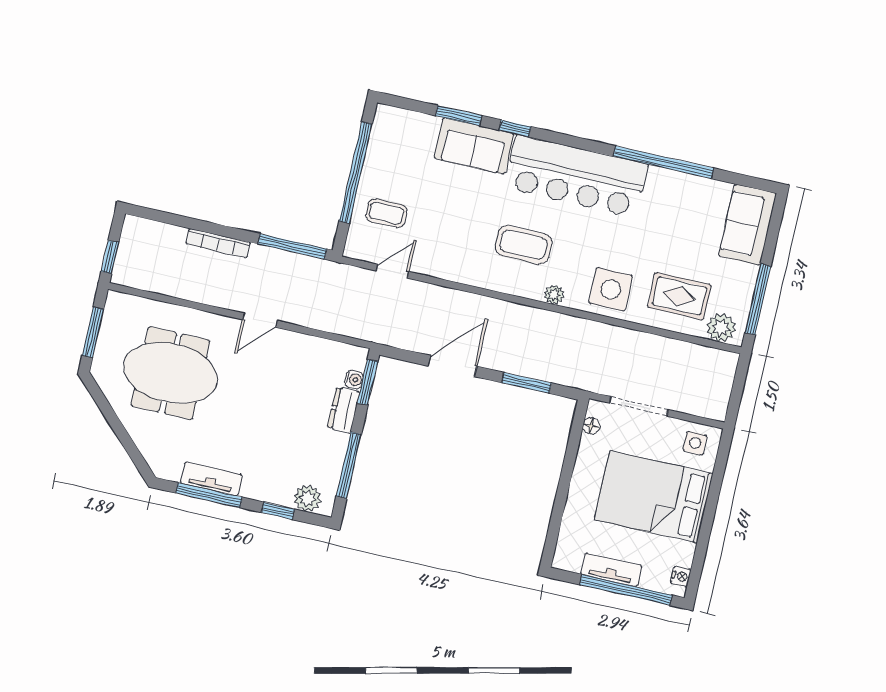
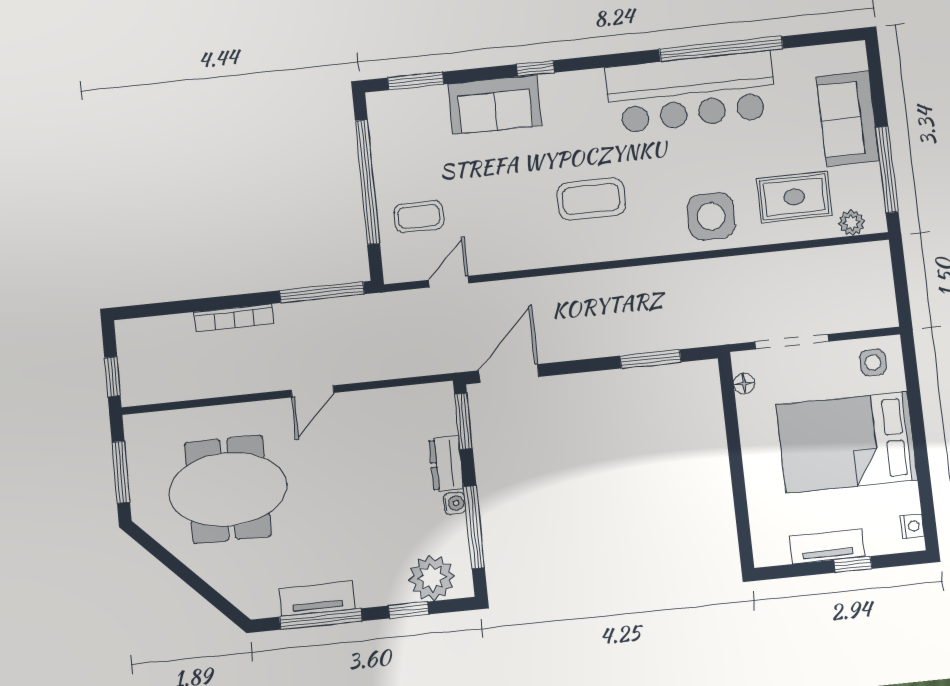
window: (459, 116) -> (416, 81), moved
bar counter: (576, 176) -> (691, 92), moved
sofa: (748, 225) -> (848, 119), moved
plant: (554, 295) -> (647, 245), removed
plant: (721, 328) -> (851, 223), width x0.73, depth x0.73
door: (452, 366) -> (509, 374), moved
water cooler: (354, 380) -> (454, 503), moved
plant: (307, 498) -> (432, 578), width x1.36, depth x1.36
window: (626, 590) -> (853, 564), width x0.32

